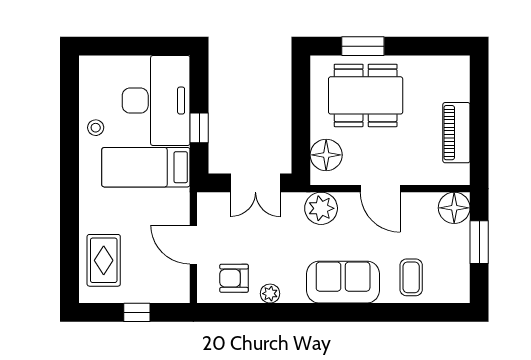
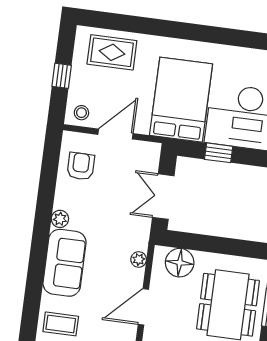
stool: (96, 128) -> (81, 113), moved
bed: (146, 167) -> (181, 100), width x1.50
plant: (321, 208) -> (139, 259), width x0.53, depth x0.53
plant: (270, 294) -> (60, 219), moved

